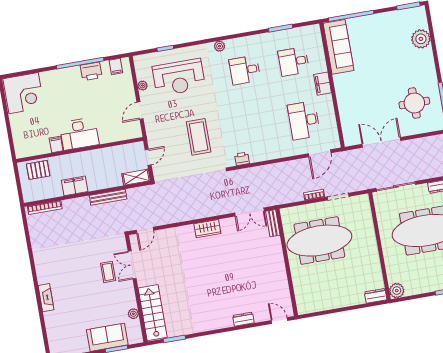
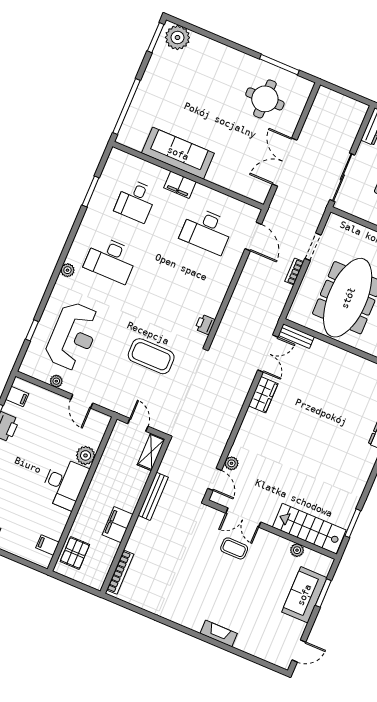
plant: (421, 39) -> (177, 38), moved
sofa: (339, 47) -> (178, 153), moved
desk: (245, 70) -> (111, 260), width x1.37
plant: (106, 136) -> (86, 455), added
filing cabinet: (56, 144) -> (47, 545), moved
wardrobe: (207, 229) -> (263, 395), moved
plant: (163, 234) -> (232, 463), added

